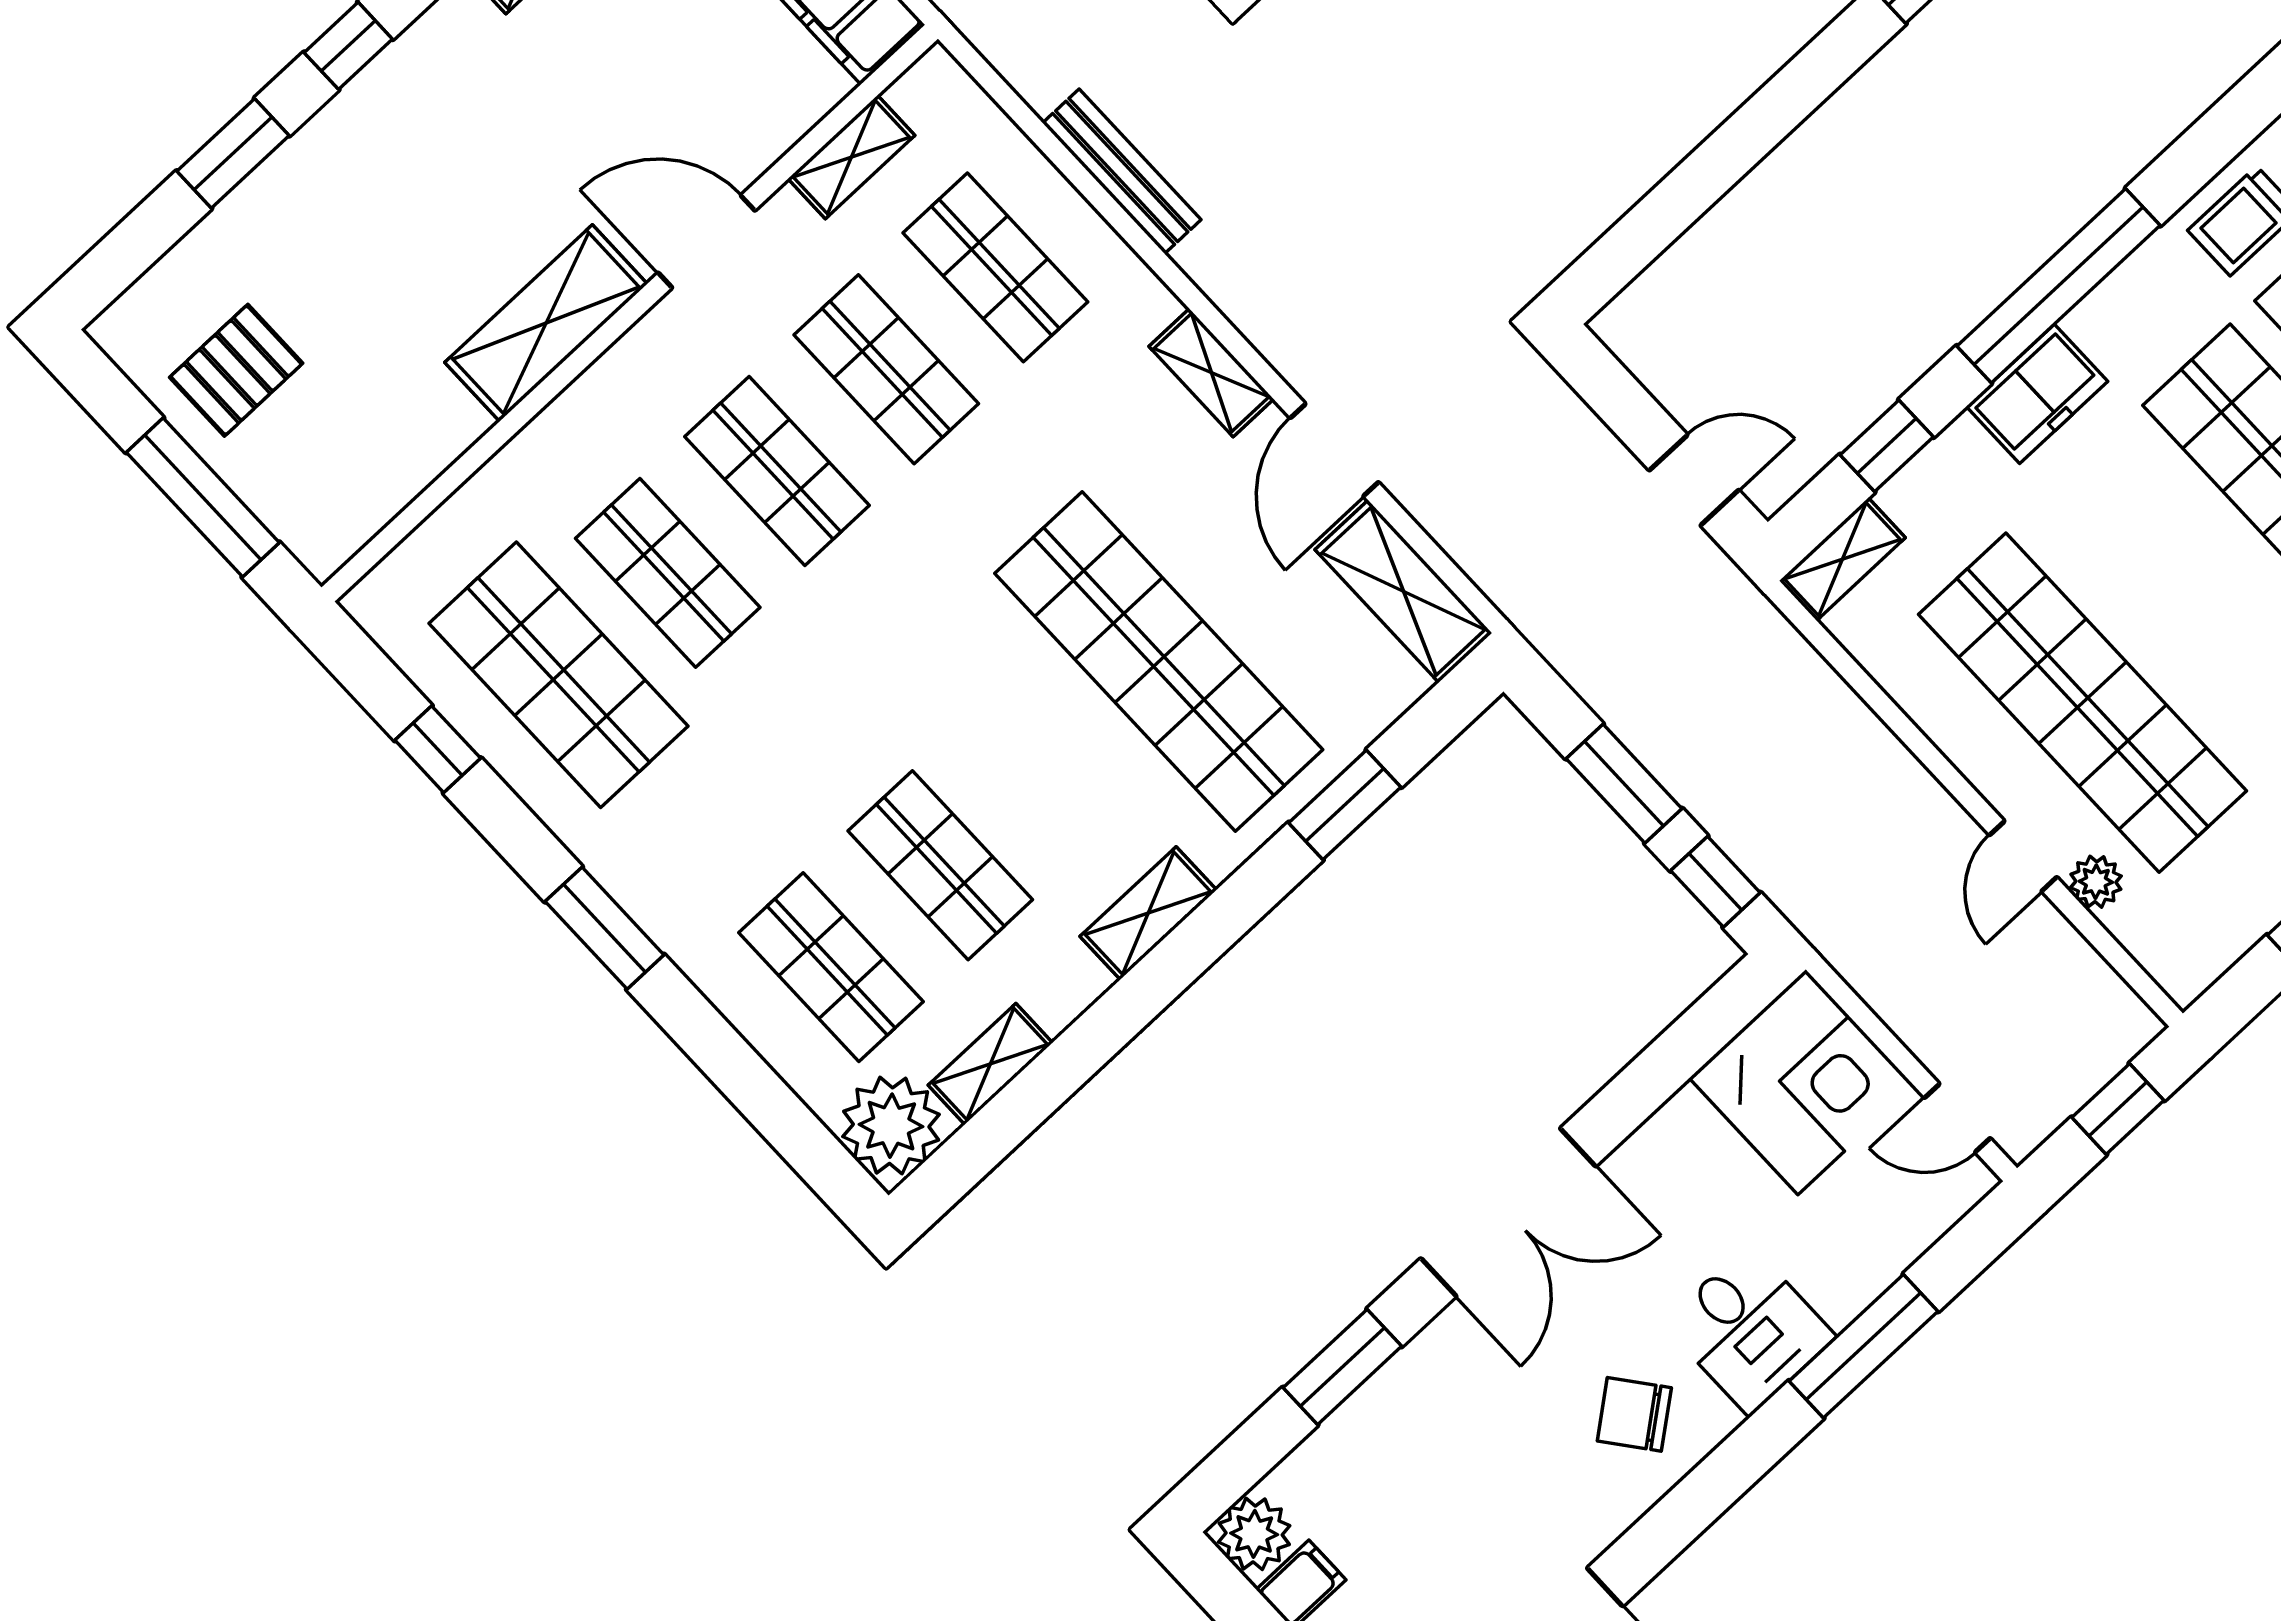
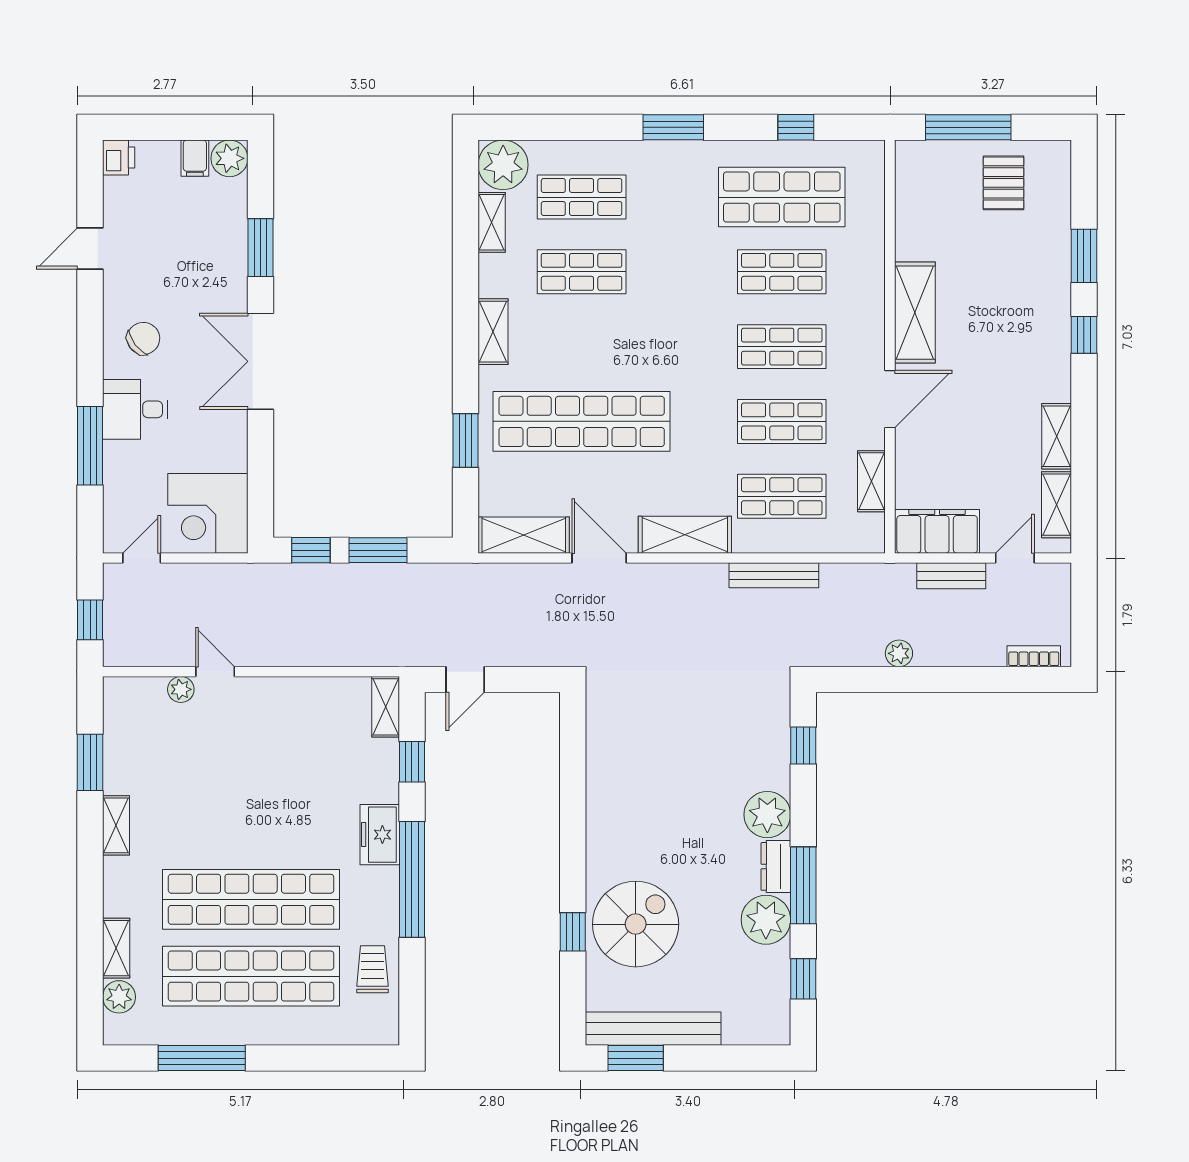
shelving: (1211, 373) -> (685, 535), width x1.50, depth x1.33
shop shelf: (2083, 703) -> (251, 746), removed

